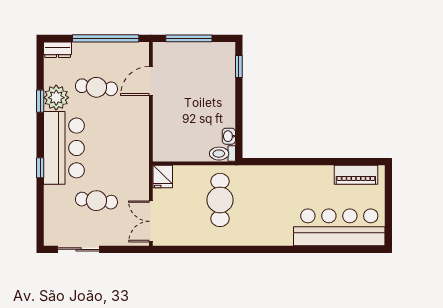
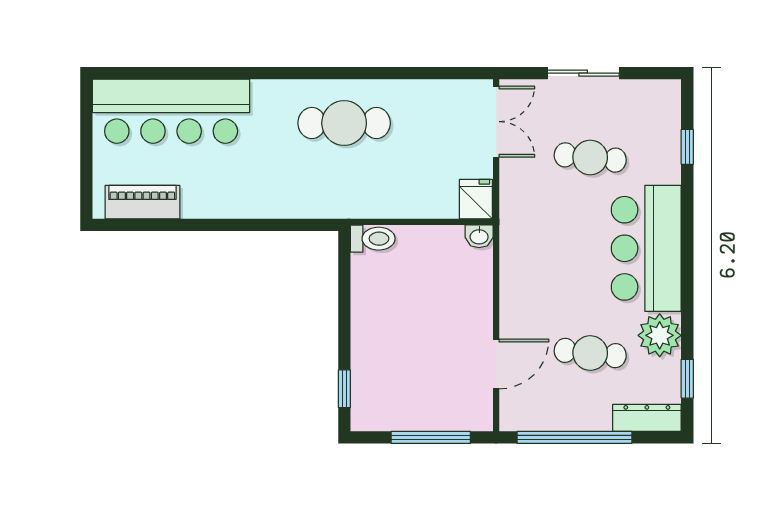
dresser: (58, 50) -> (647, 418), width x1.44
window: (40, 101) -> (687, 379), moved
washbasin: (229, 136) -> (479, 236), moved, turned 90
window: (40, 168) -> (687, 147), moved
cafe table: (220, 200) -> (344, 123), moved, turned 90
sliding door: (79, 249) -> (583, 73), moved

